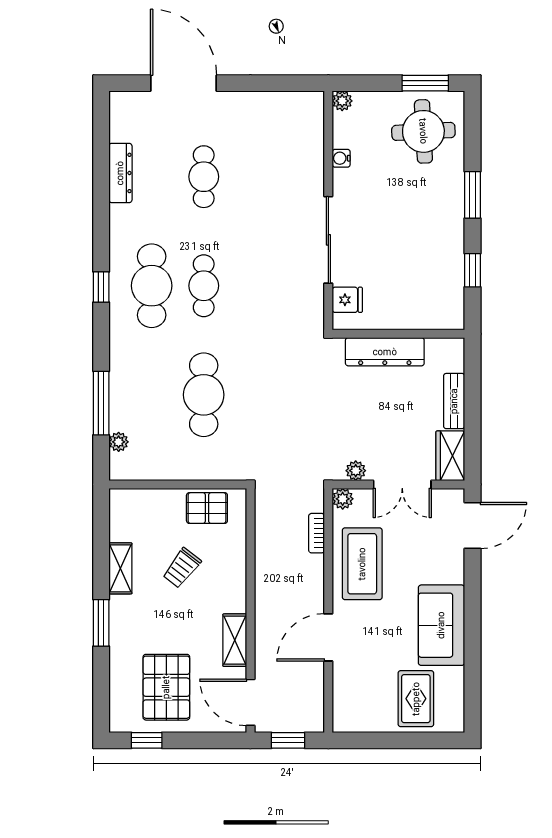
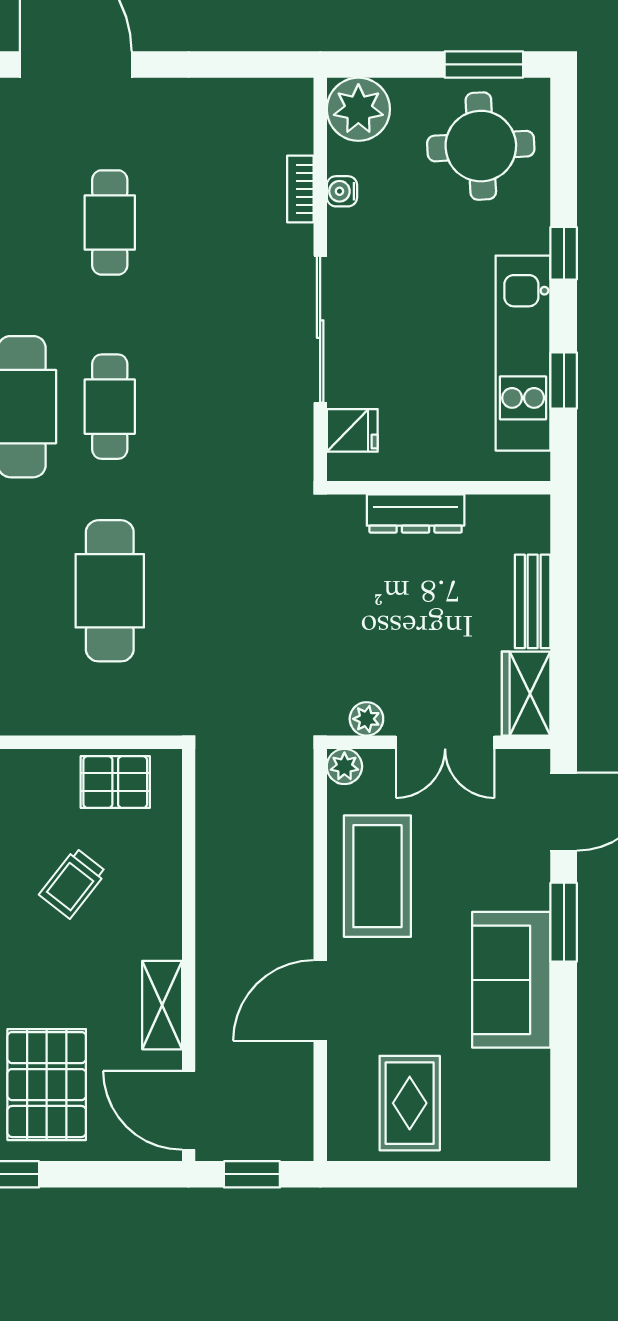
plant: (342, 101) -> (358, 109), width x1.88, depth x1.88
window: (473, 195) -> (564, 253), width x0.67
kitchen unit: (448, 254) -> (523, 353), added
dresser: (385, 352) -> (416, 513), width x0.73, depth x0.80
bookcase: (317, 533) -> (300, 189), moved
window: (473, 591) -> (564, 922), added
rug: (416, 699) -> (410, 1103), moved

